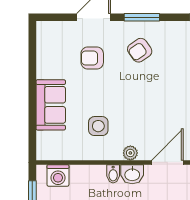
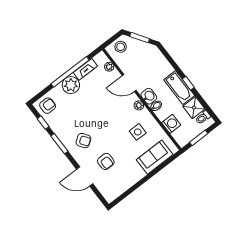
window: (142, 17) -> (59, 144), moved
sofa: (51, 105) -> (155, 157), moved
washing machine: (58, 176) -> (171, 124), moved

